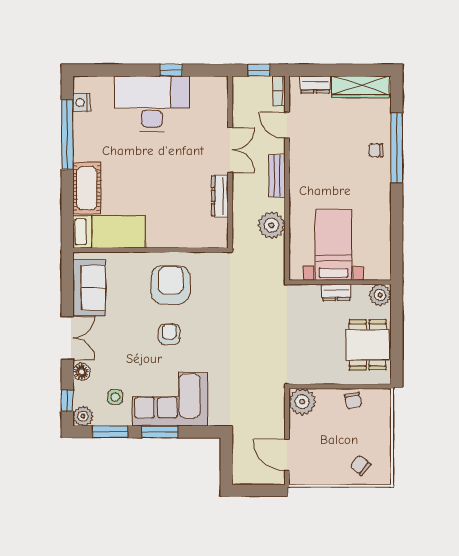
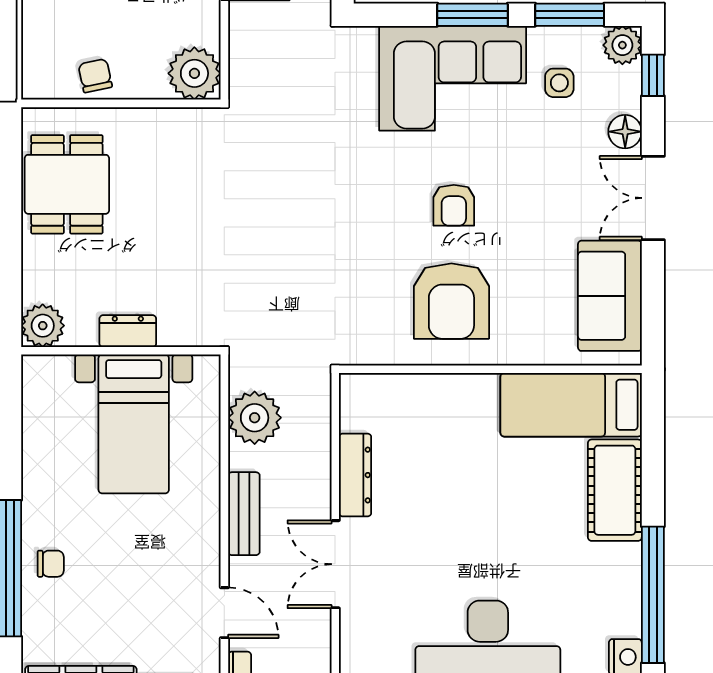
bed with nightstands: (333, 245) -> (134, 424), moved
wall: (340, 282) -> (121, 351), moved
dresser: (336, 292) -> (128, 331), moved
plant: (380, 295) -> (43, 326), moved

